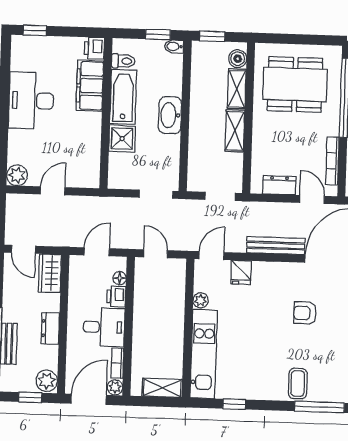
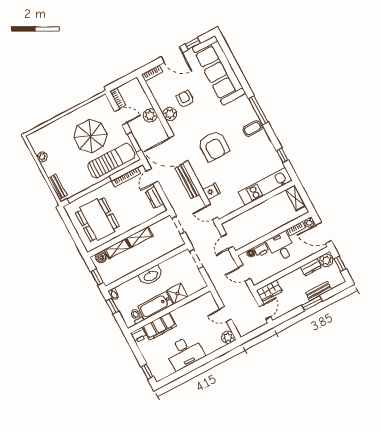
plant: (201, 300) -> (238, 204), removed
armchair: (305, 313) -> (214, 146), width x1.88, depth x1.88
dresser: (50, 328) -> (311, 267), moved

